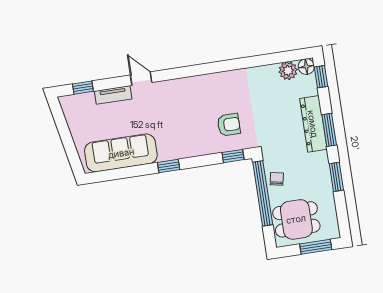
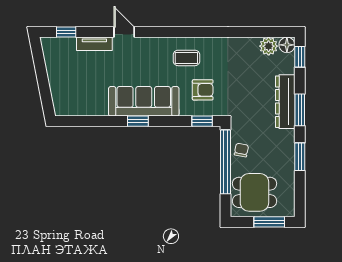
coffee table: (208, 95) -> (186, 58), added
sofa: (121, 153) -> (144, 101), moved

